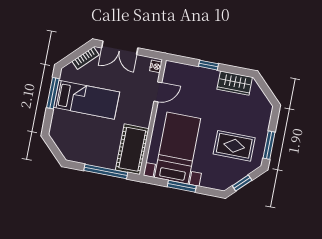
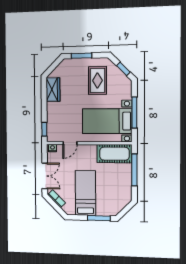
window: (209, 65) -> (44, 129), moved
door: (158, 92) -> (70, 143), swing flipped
window: (53, 93) -> (99, 218), moved
window: (269, 145) -> (81, 56), moved
window: (182, 186) -> (134, 113), width x1.44

